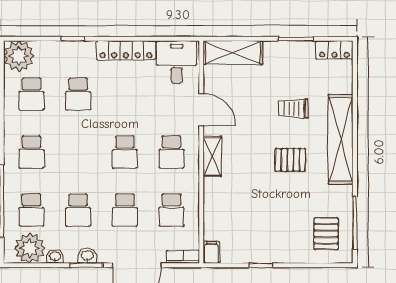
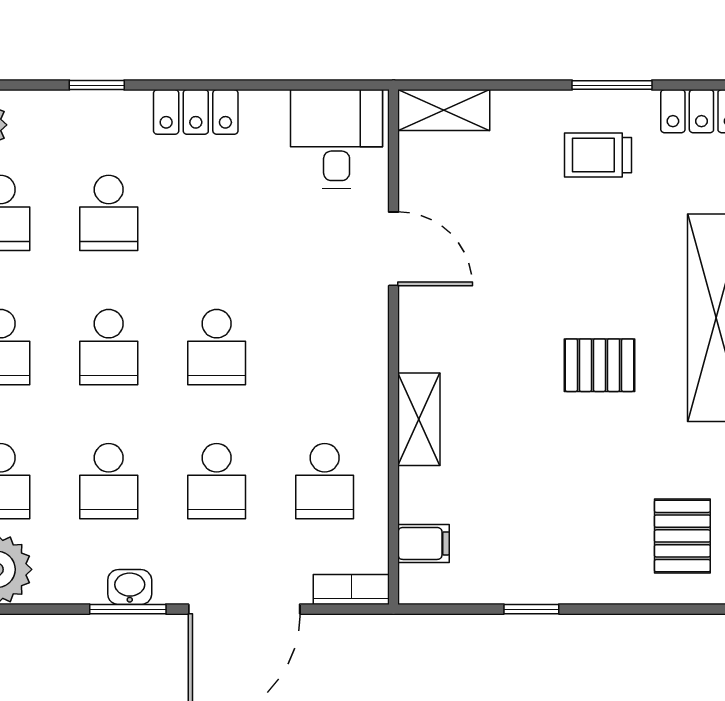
locker: (126, 50) -> (196, 112), width x0.66
shelving: (233, 53) -> (444, 110), width x0.67, depth x0.75
trolley: (293, 109) -> (598, 155), moved
school desk: (171, 152) -> (109, 347), moved
shelving: (212, 156) -> (419, 419), moved
filing cabinet: (211, 252) -> (424, 543), moved, turned 90
washbasin: (55, 256) -> (55, 589), removed

